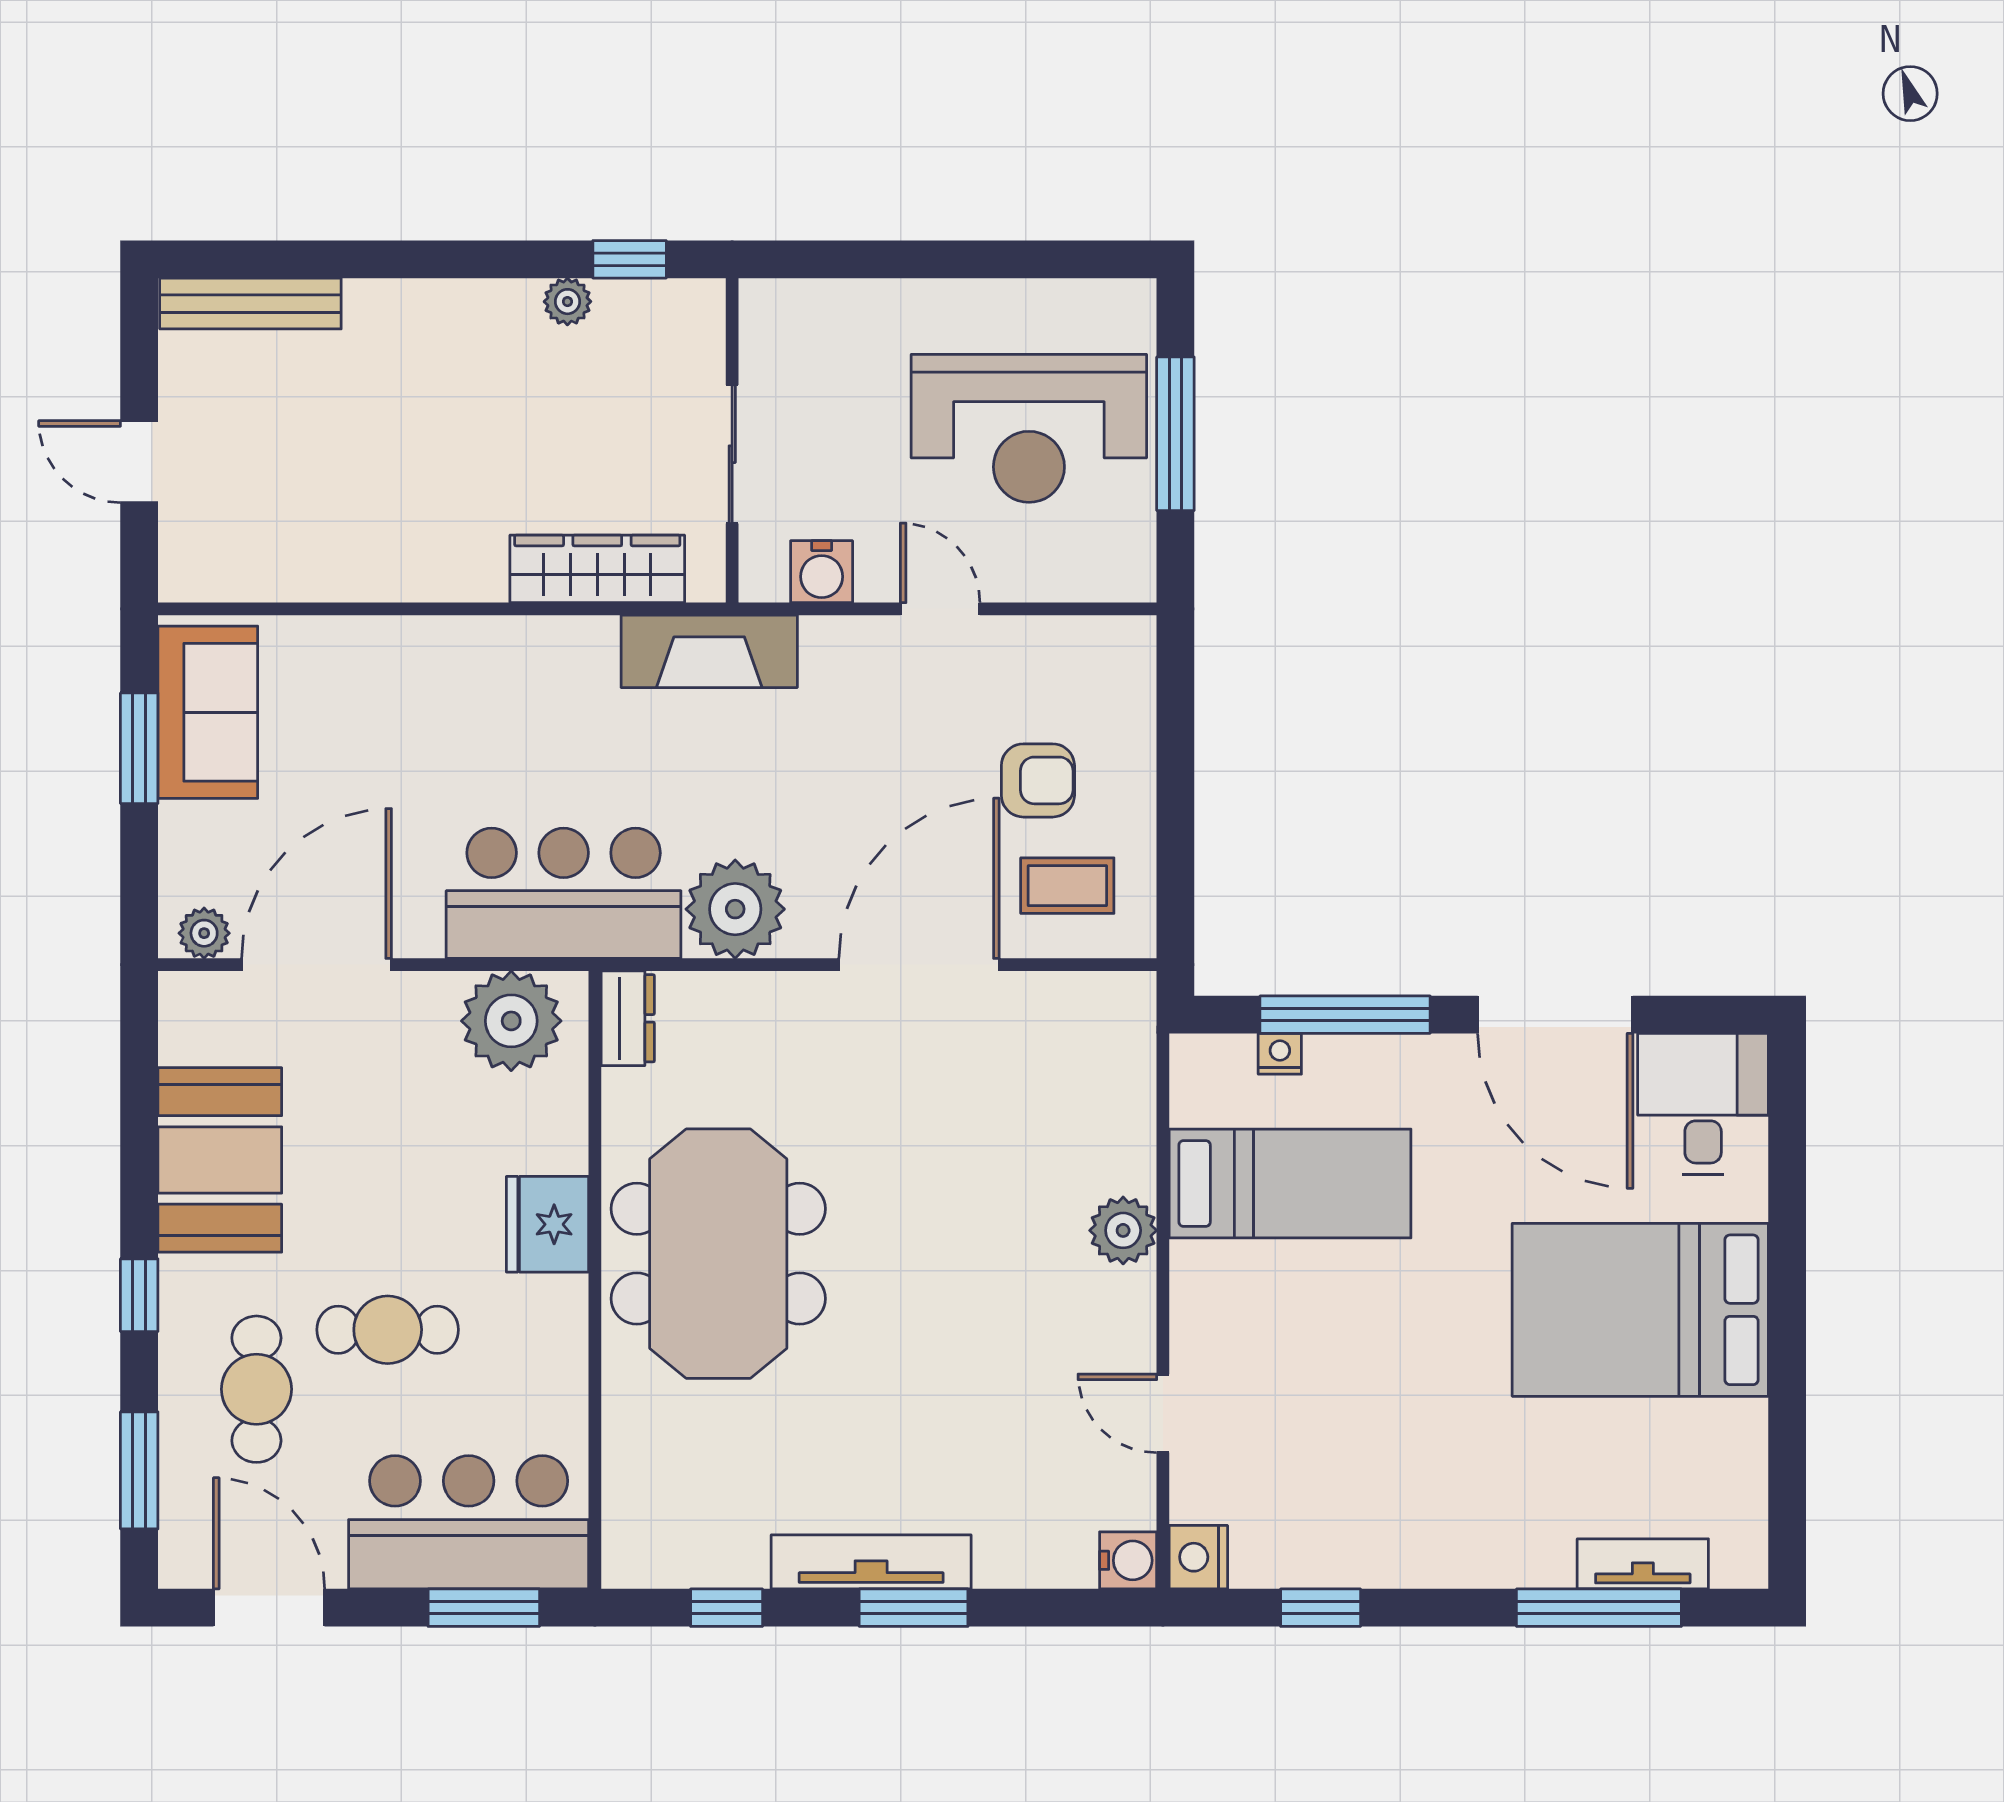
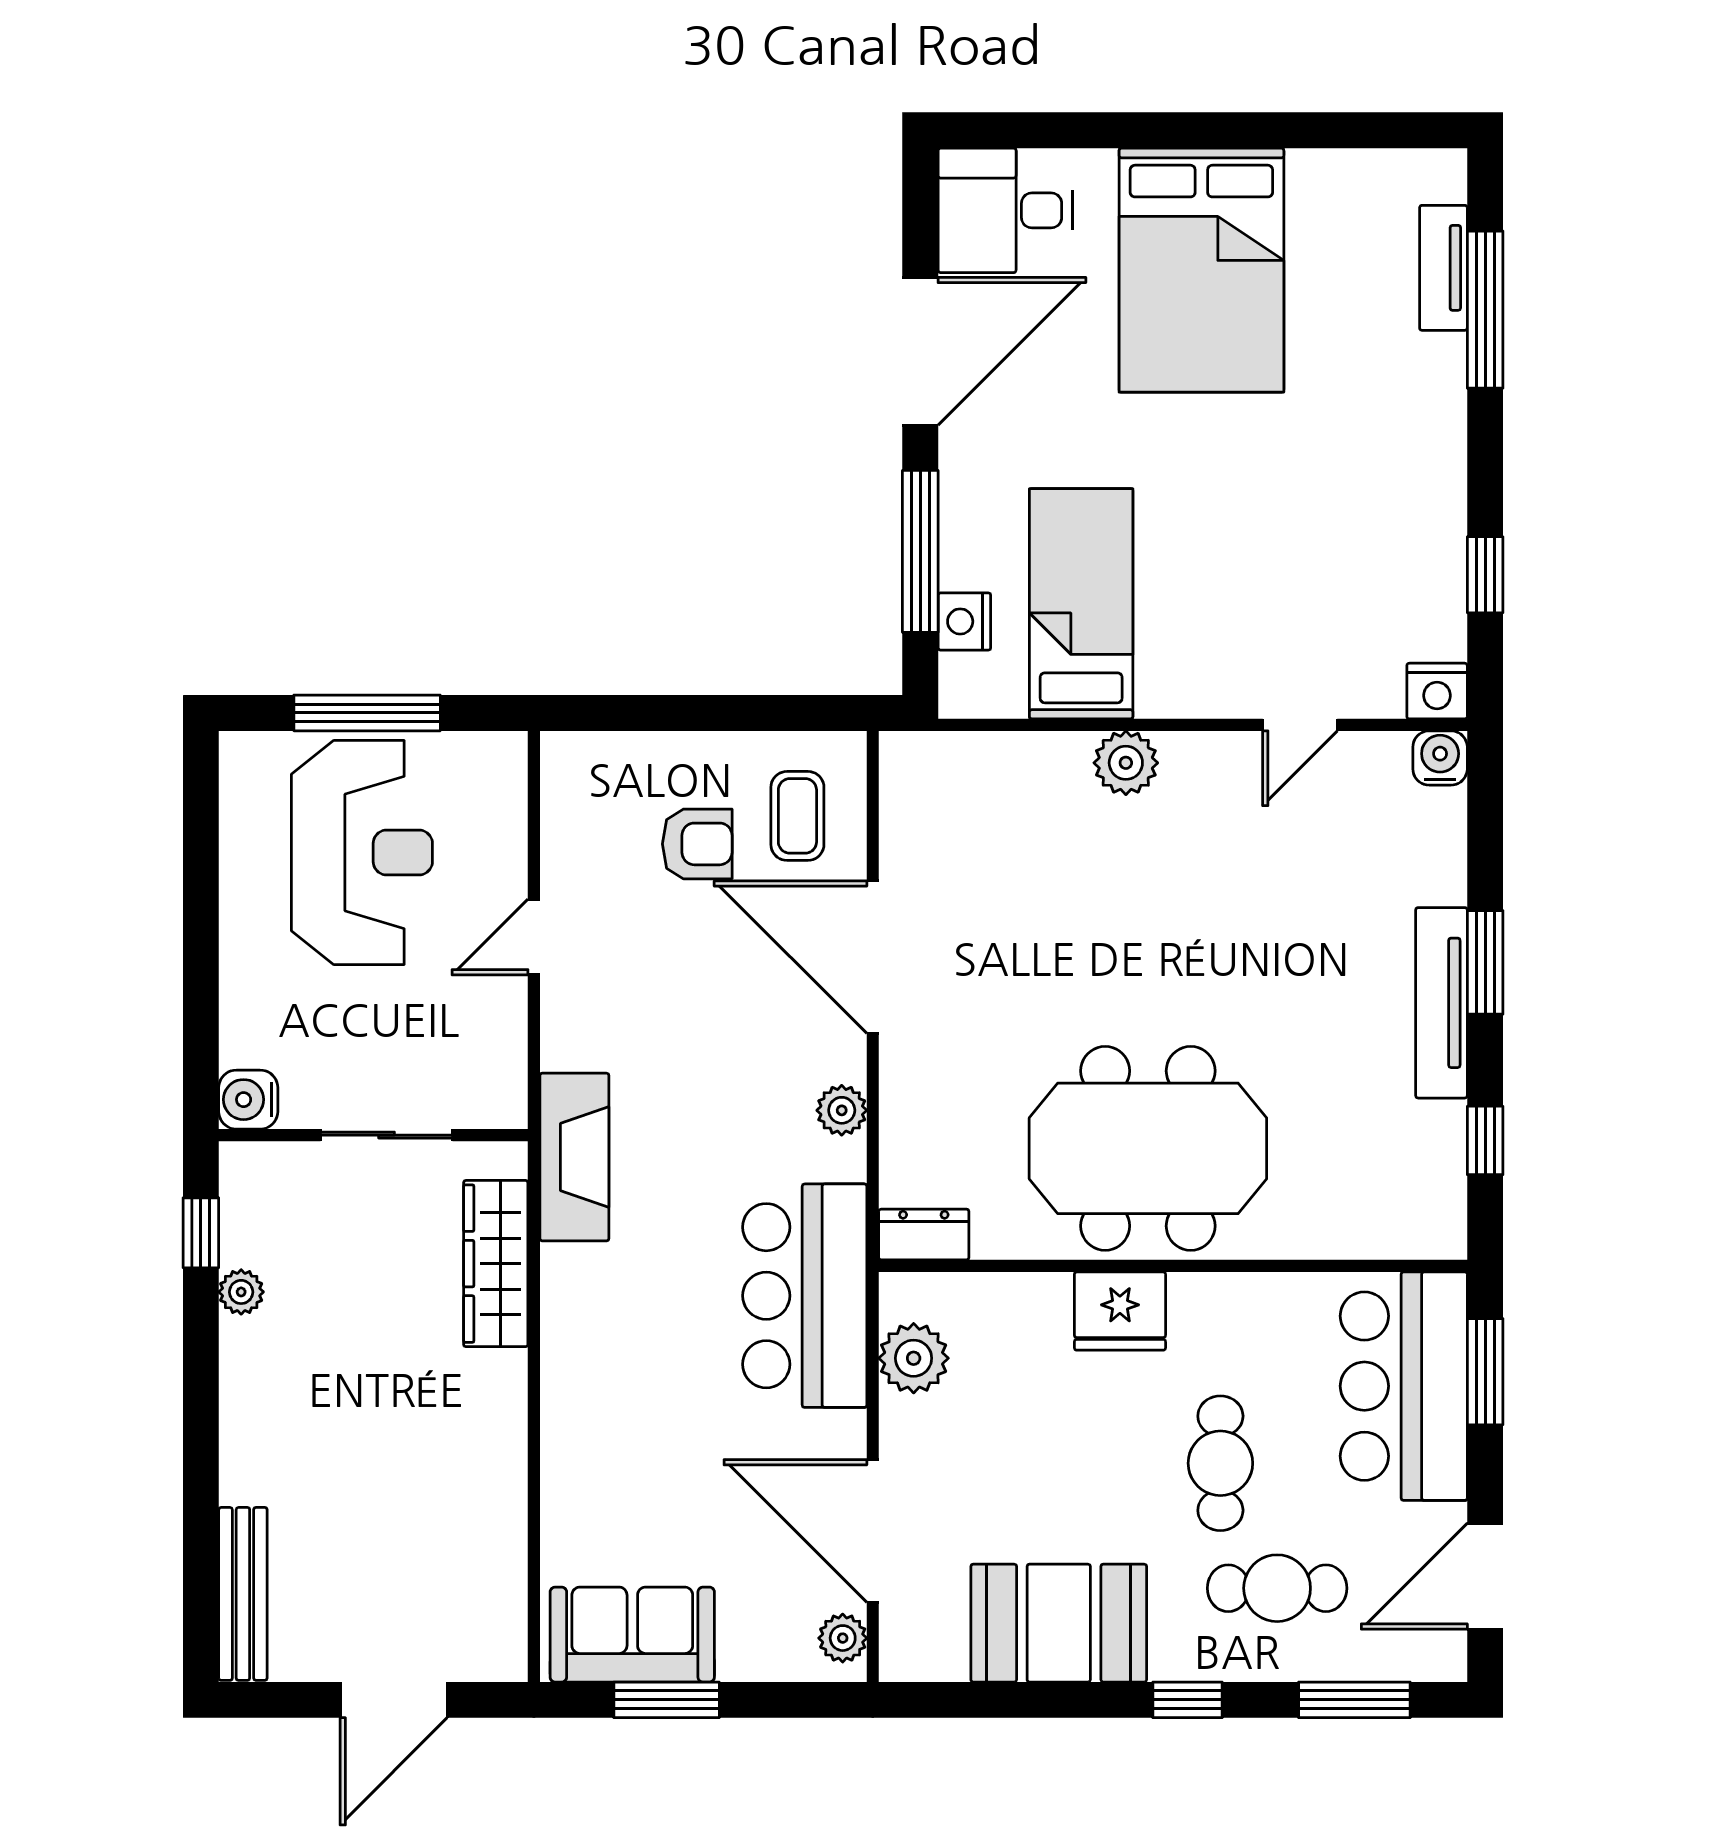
door: (139, 462) -> (394, 1700), width x1.38
water cooler: (822, 572) -> (248, 1100), moved, turned 180
armchair: (1038, 780) -> (697, 844), turned 90
plant: (735, 909) -> (842, 1110), width x0.53, depth x0.53
plant: (511, 1021) -> (914, 1358), width x0.73, depth x0.73
nightstand: (1280, 1054) -> (964, 621), width x1.39, depth x1.35

